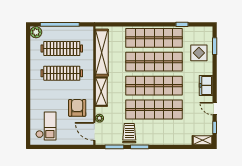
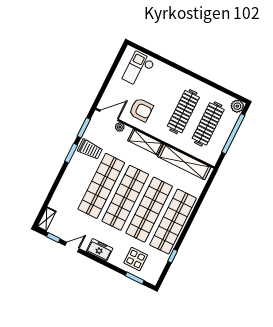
checkout: (46, 126) -> (139, 70), turned 90

